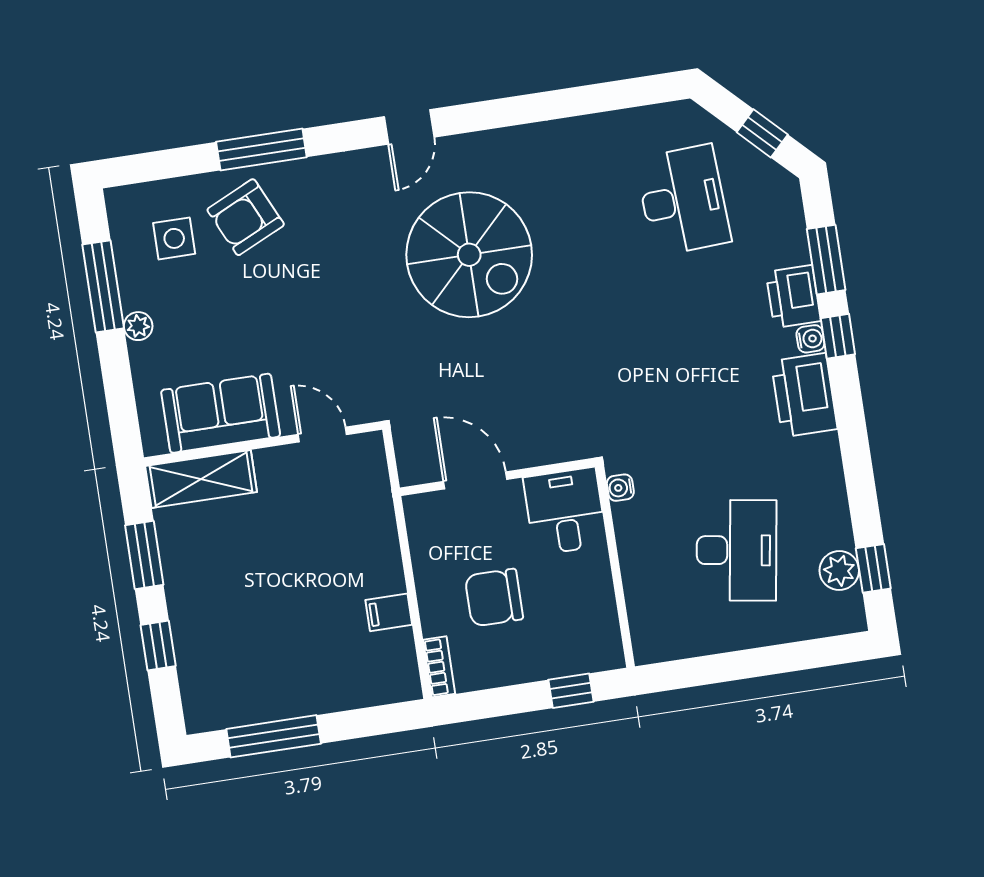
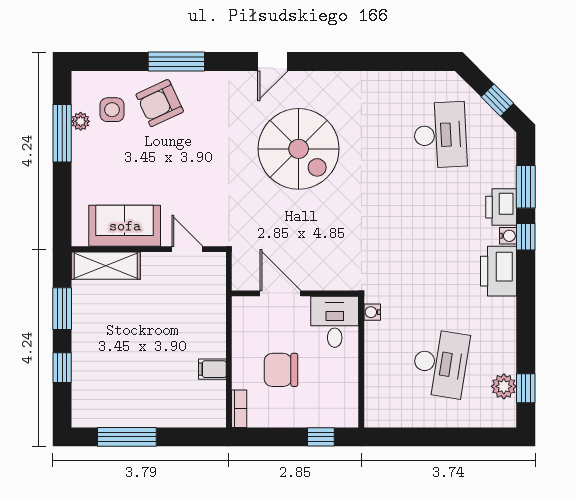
plant: (138, 326) -> (81, 121), moved

